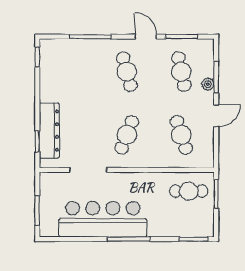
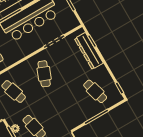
cafe table: (127, 72) -> (95, 91), moved

